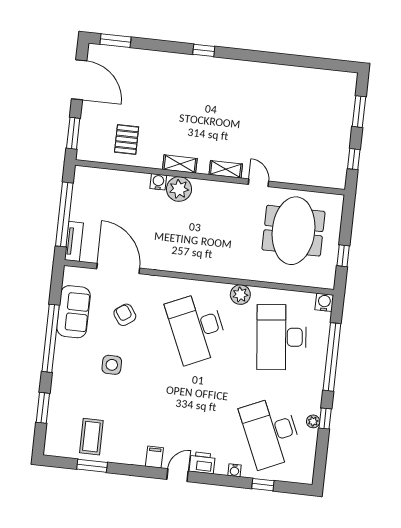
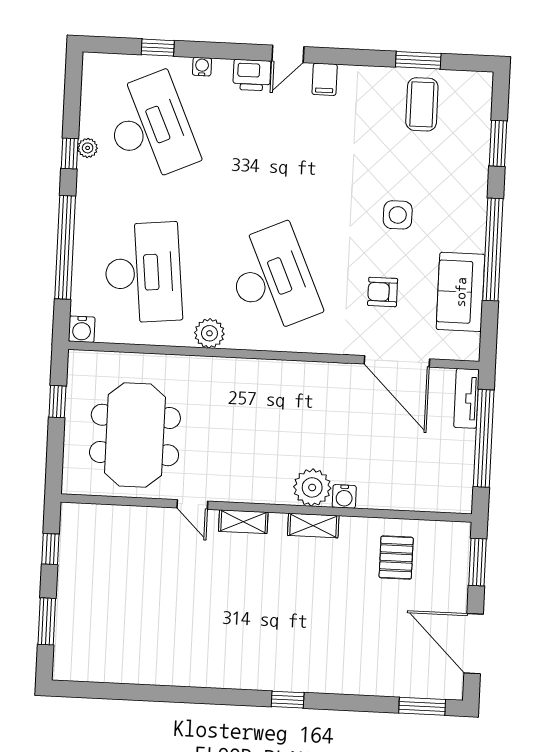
armchair: (125, 315) -> (383, 292), turned 125

